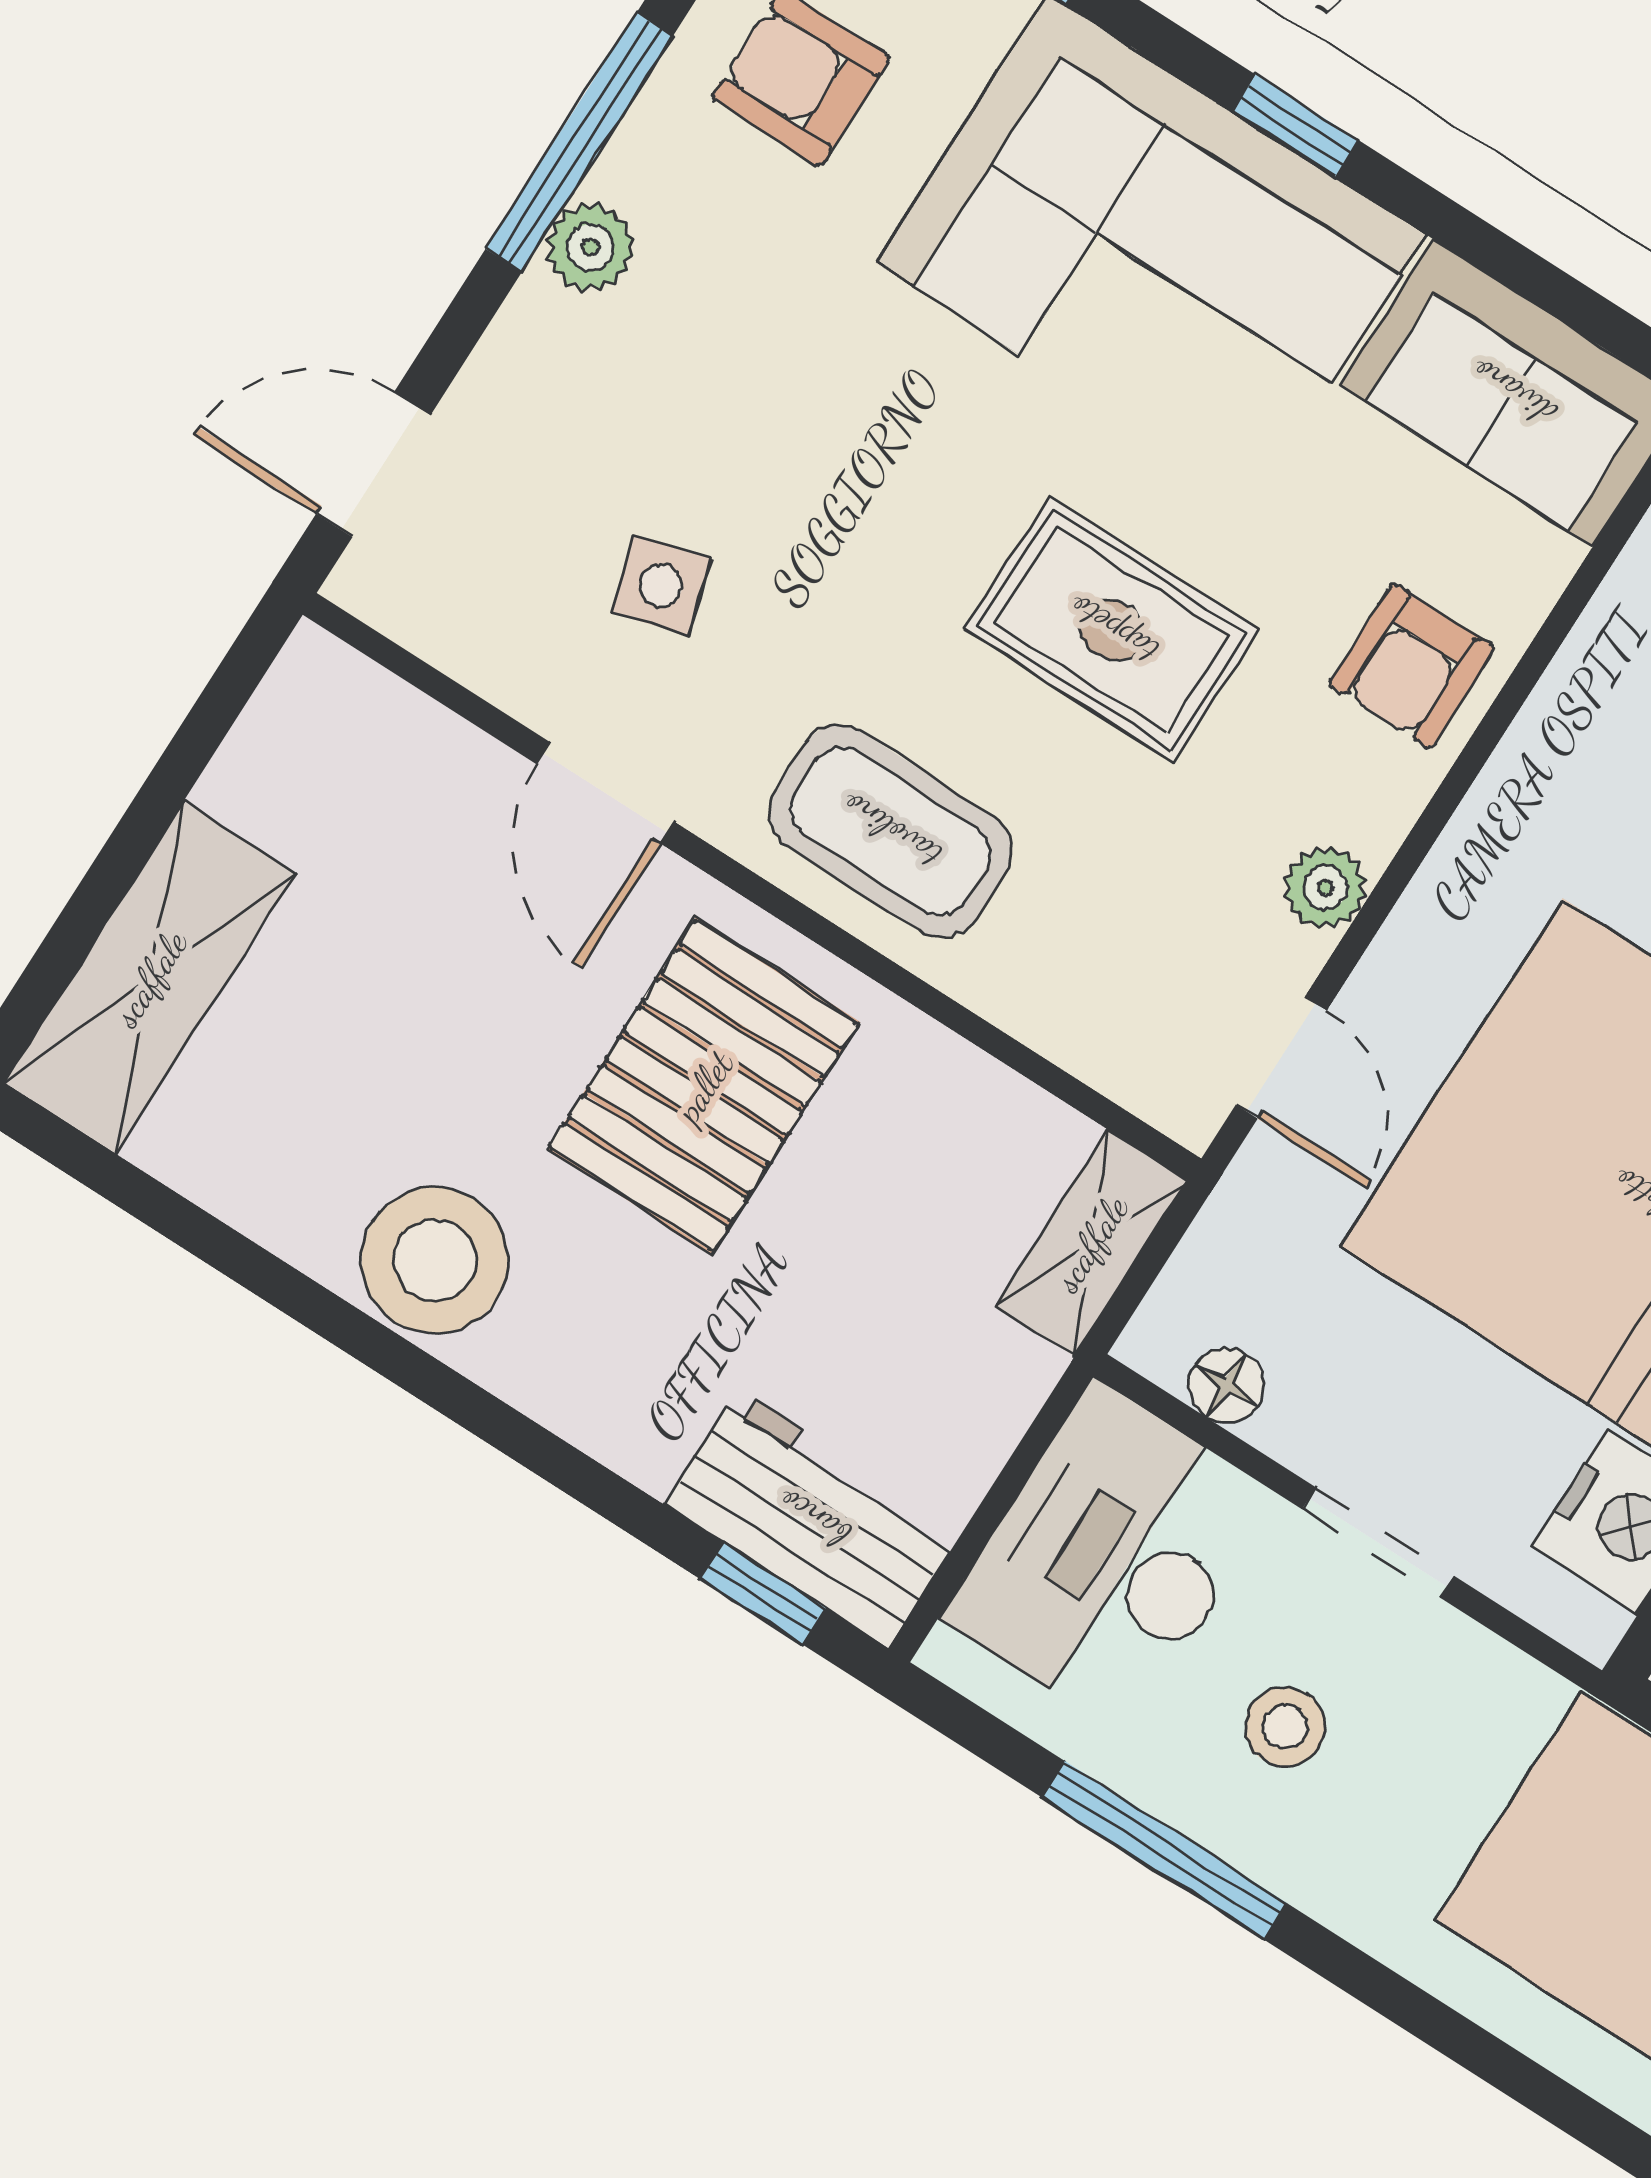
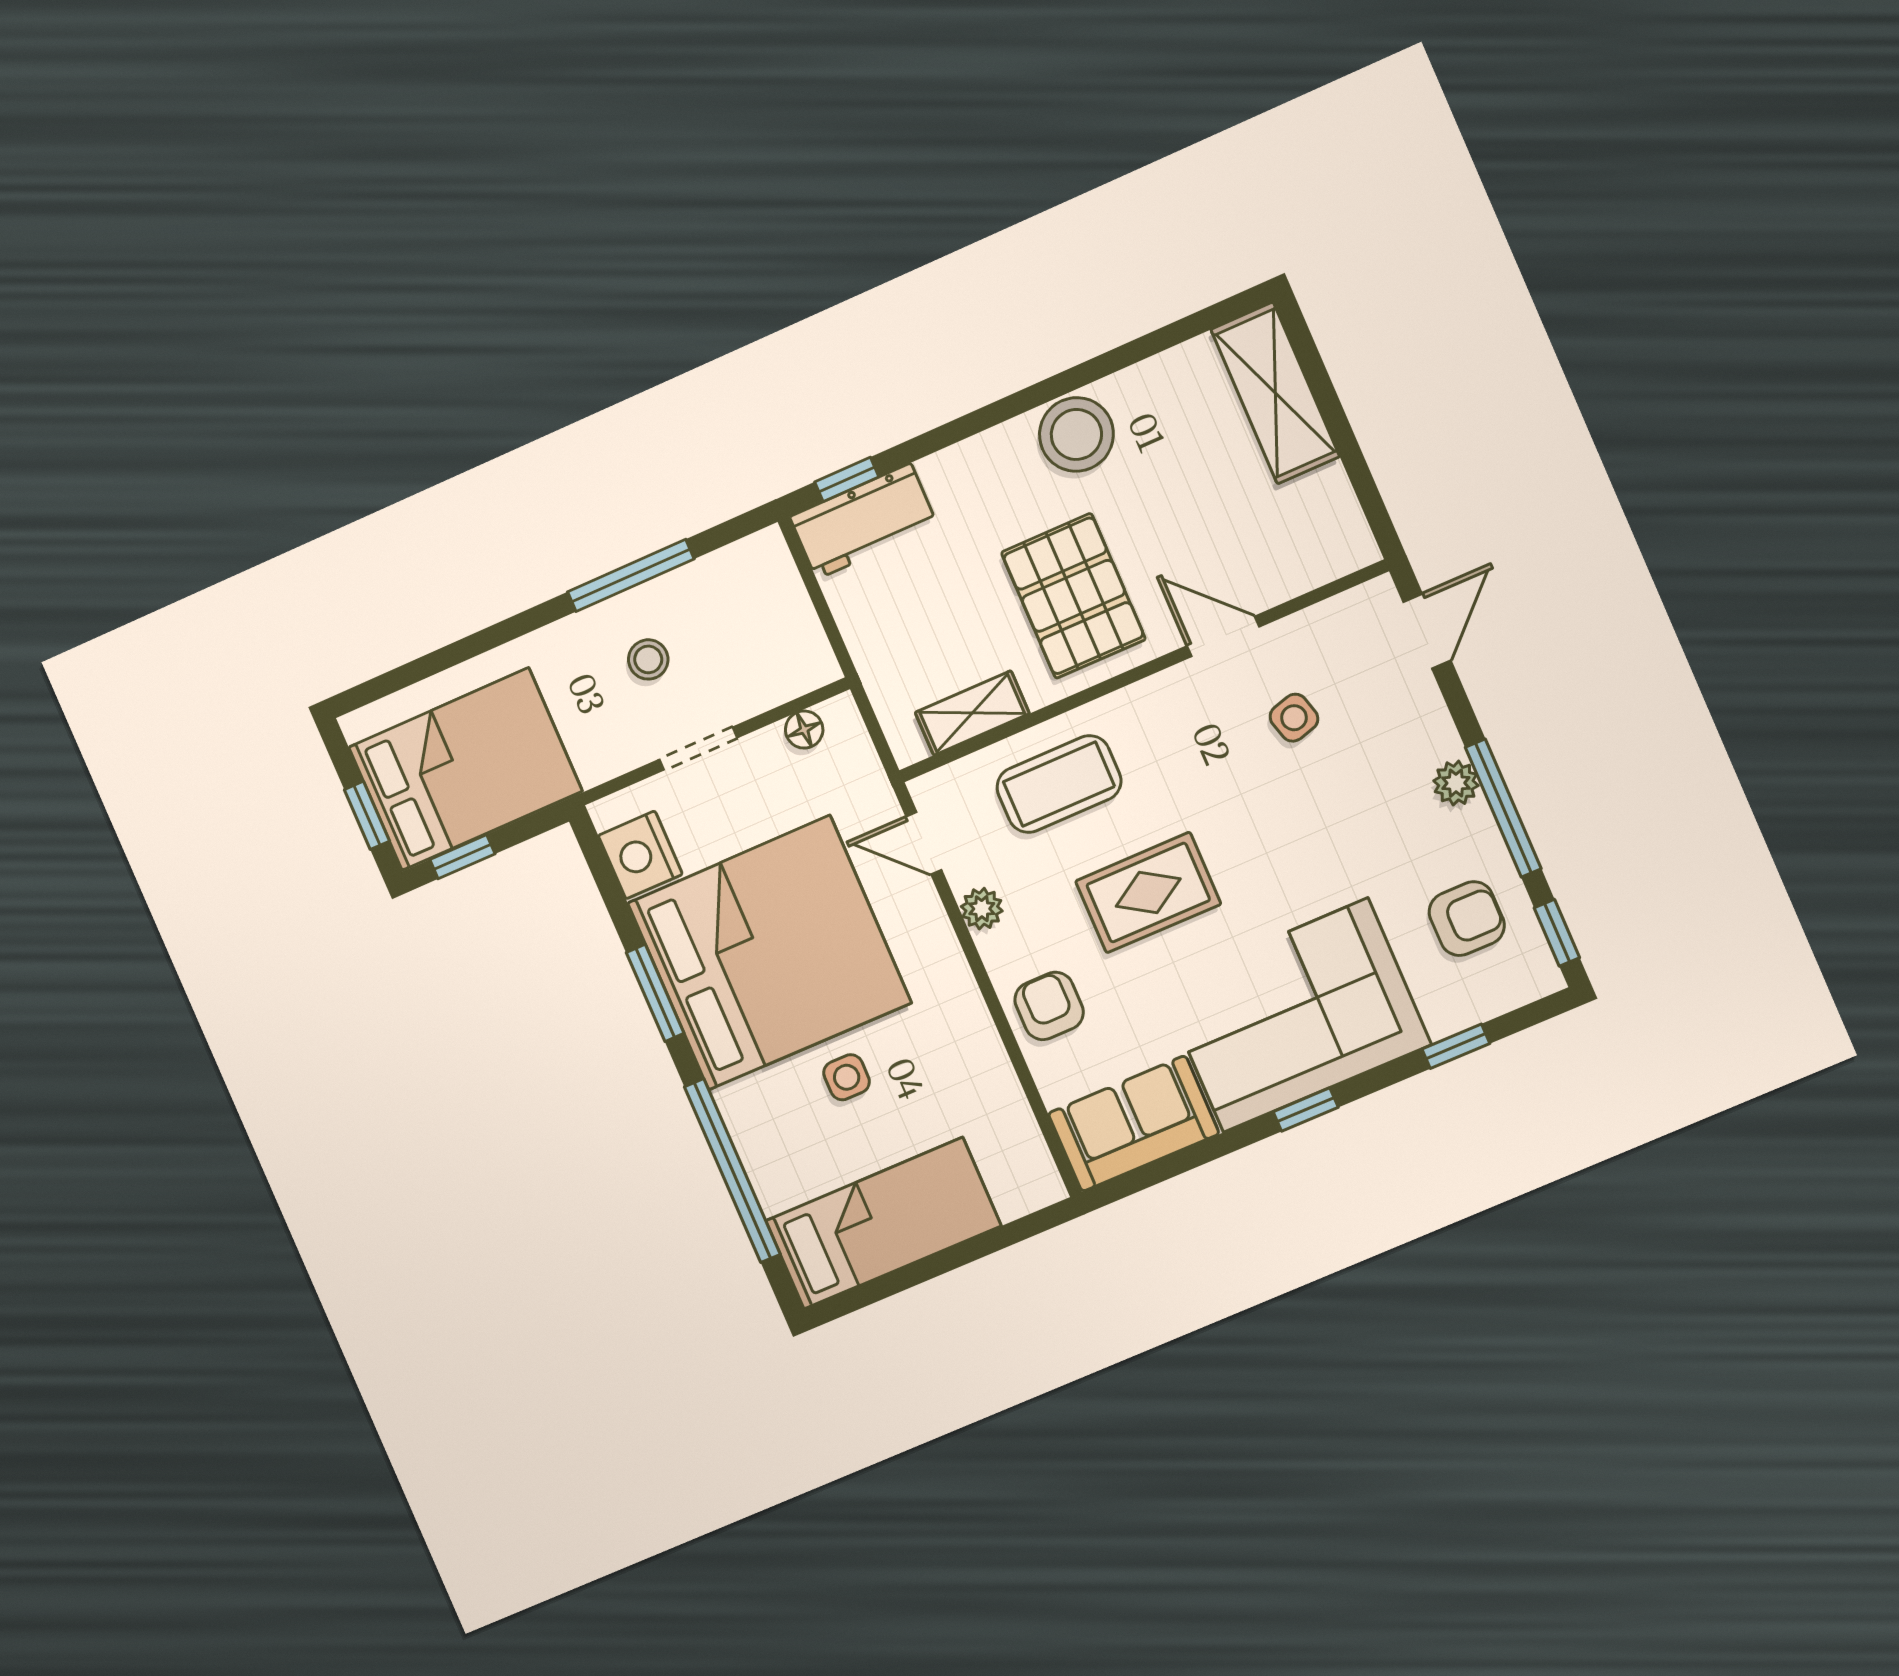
coffee table: (890, 831) -> (1059, 784), moved
shelving: (1091, 1243) -> (972, 713), moved, turned 90
desk: (1111, 1558) -> (765, 634), removed

